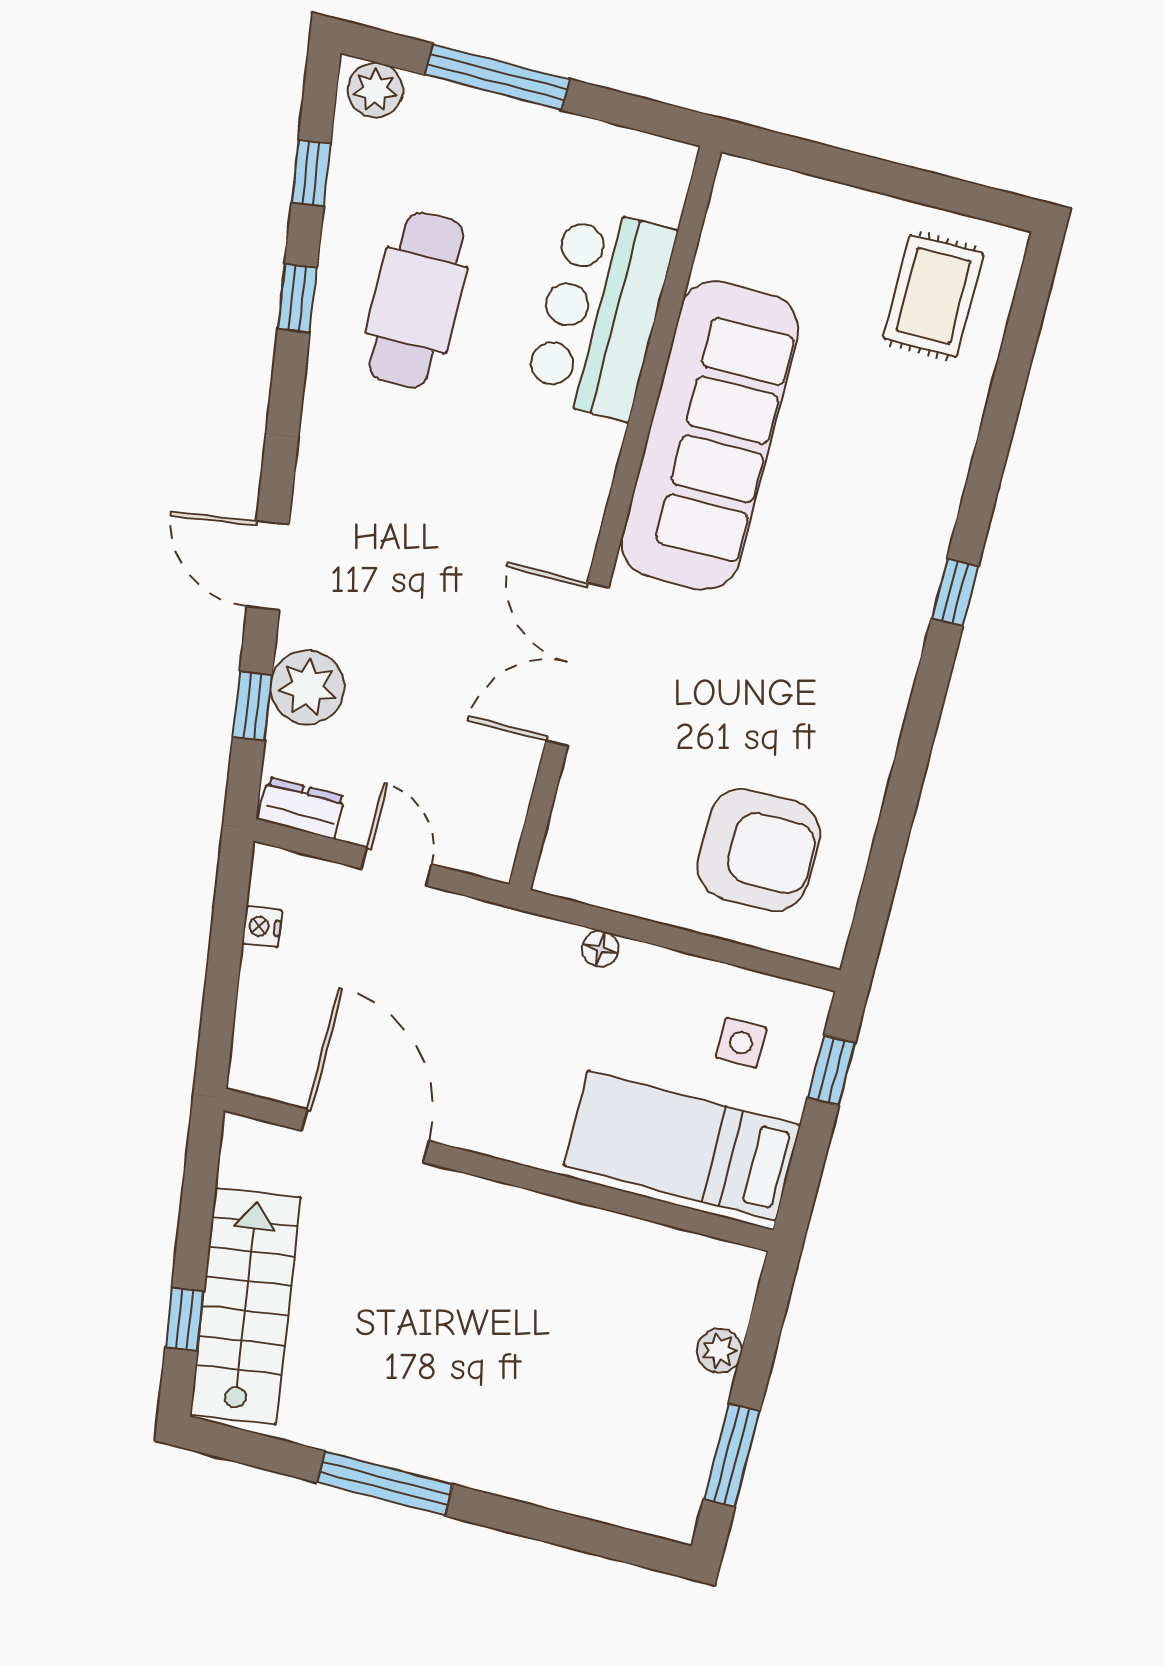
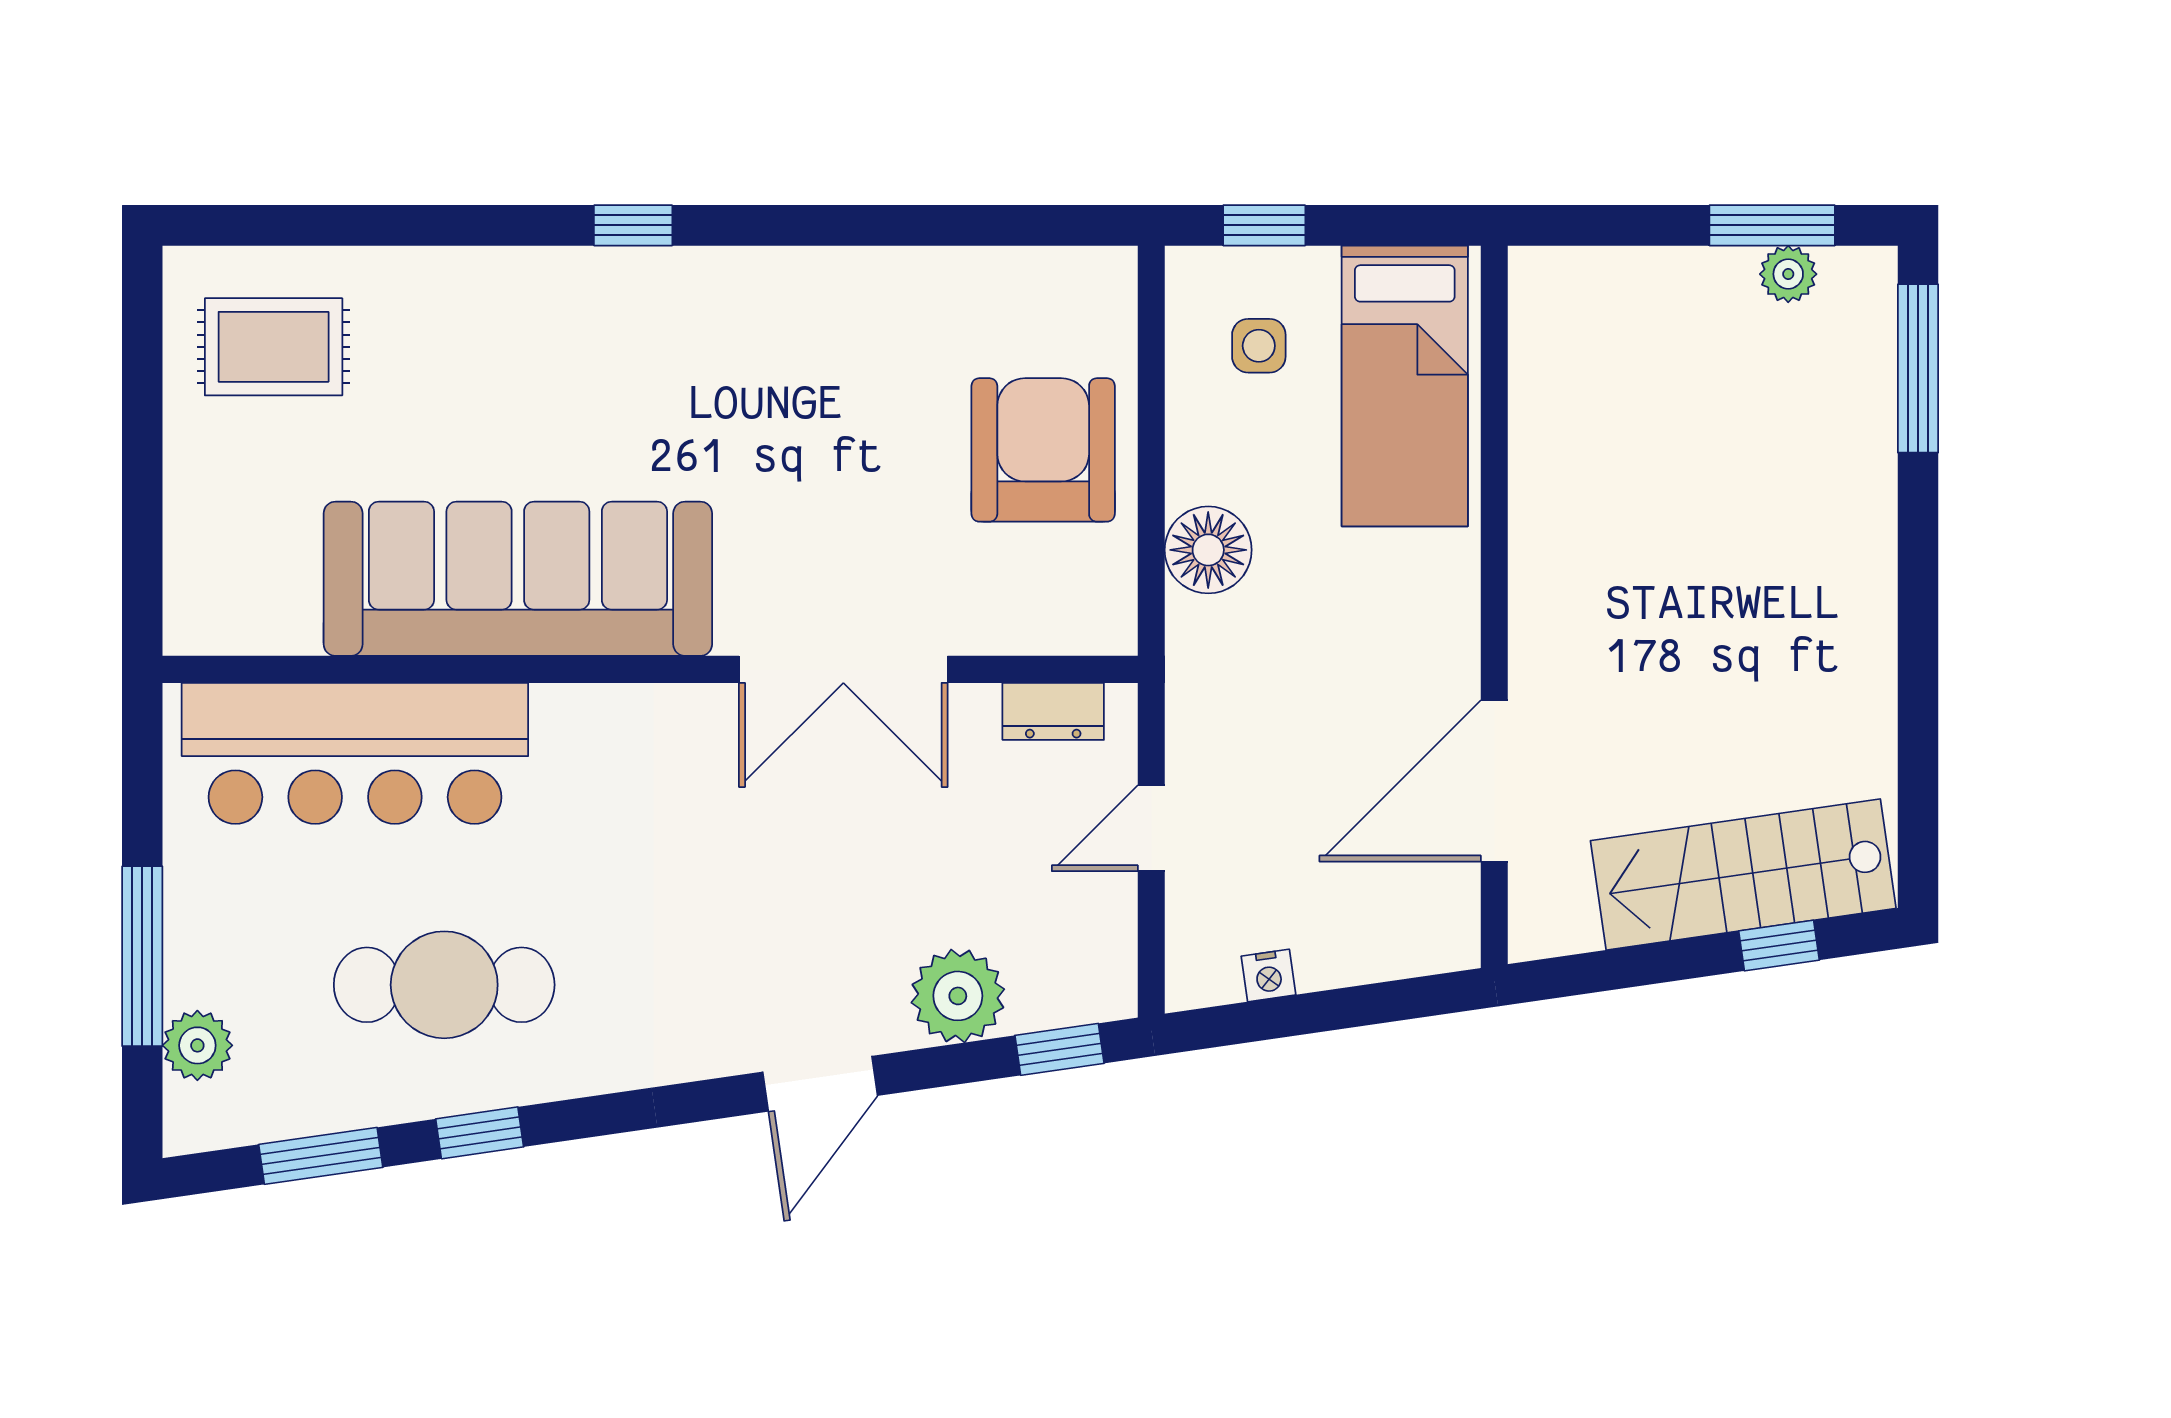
plant: (375, 90) -> (197, 1045), moved
window: (311, 173) -> (321, 1156), width x1.50
bar counter: (600, 313) -> (355, 753), width x1.36
window: (252, 706) -> (1059, 1049), moved
dresser: (301, 808) -> (1053, 711), moved, turned -90
armchair: (759, 850) -> (1043, 450), moved
floor lamp: (600, 949) -> (1208, 550), width x1.89, depth x1.89
plant: (719, 1351) -> (1788, 274), moved
window: (385, 1484) -> (1918, 368), moved

